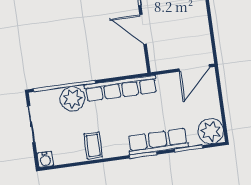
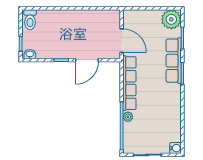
door: (194, 68) -> (122, 41), moved
plant: (72, 99) -> (128, 117), width x0.53, depth x0.53
coffee table: (93, 145) -> (170, 110), removed

